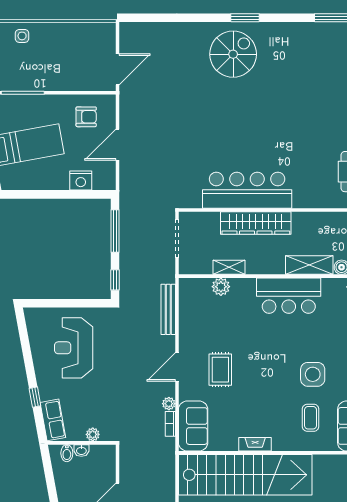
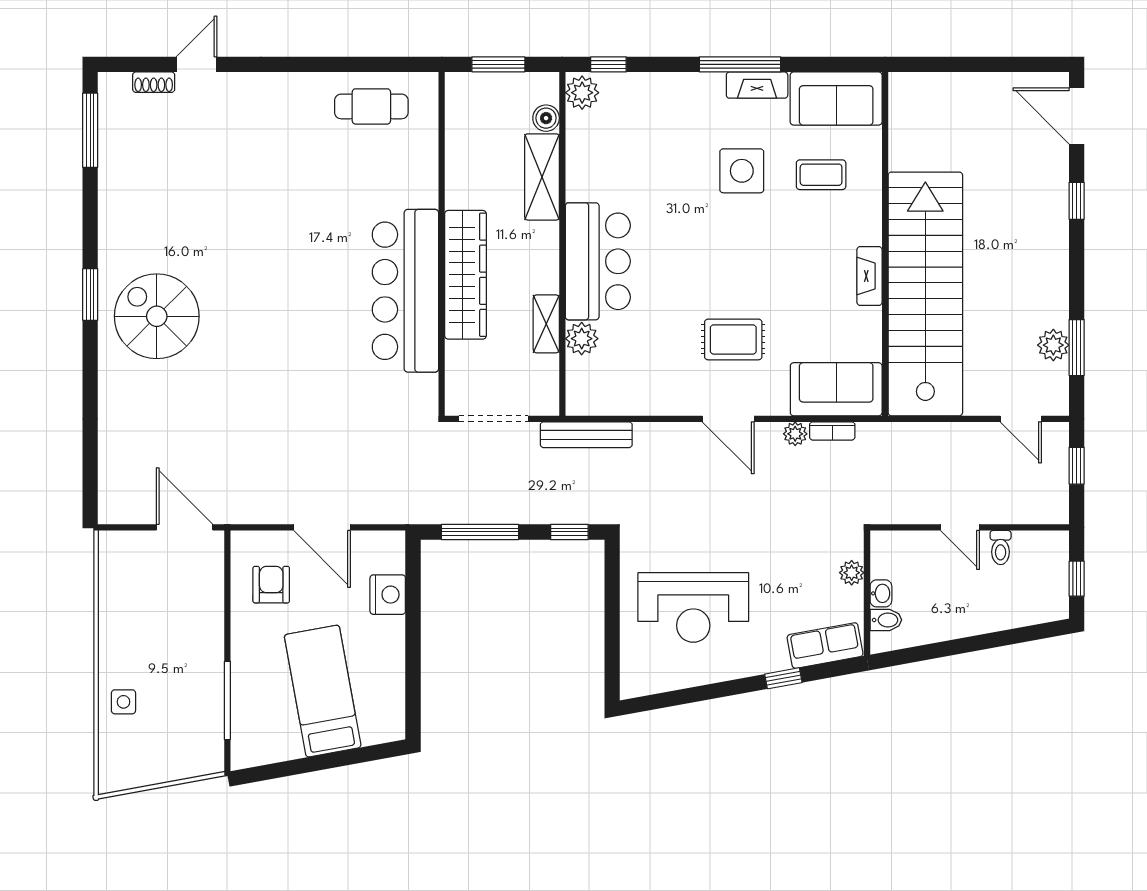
bar counter: (289, 296) -> (598, 261), moved
bench: (168, 309) -> (586, 435), moved

